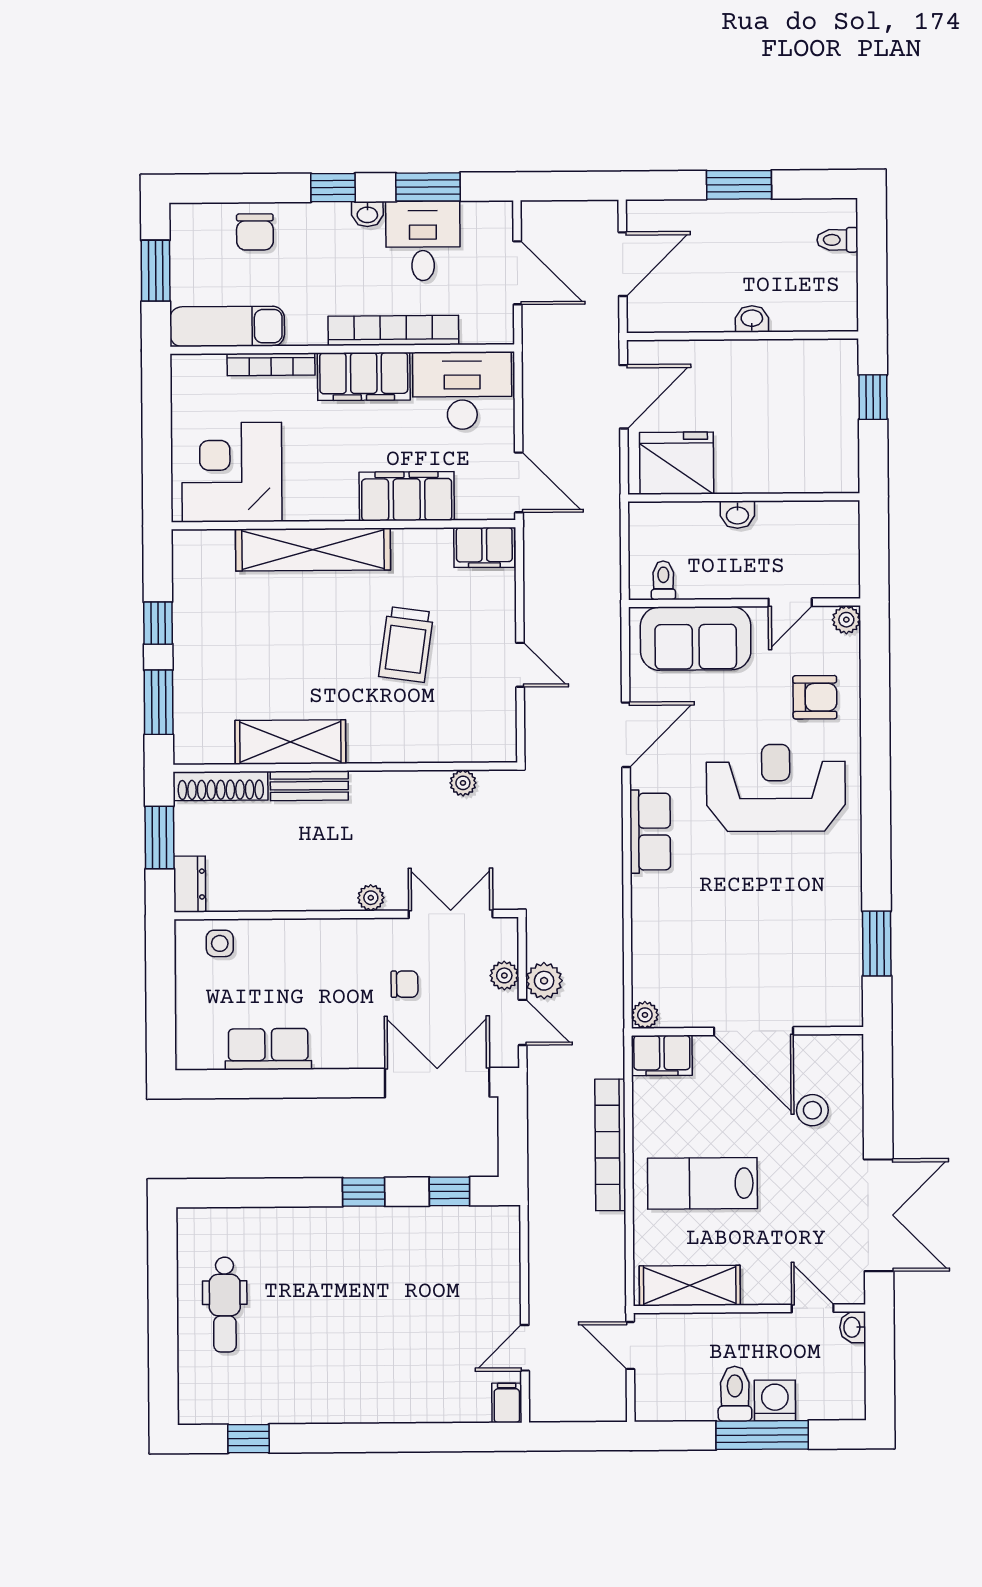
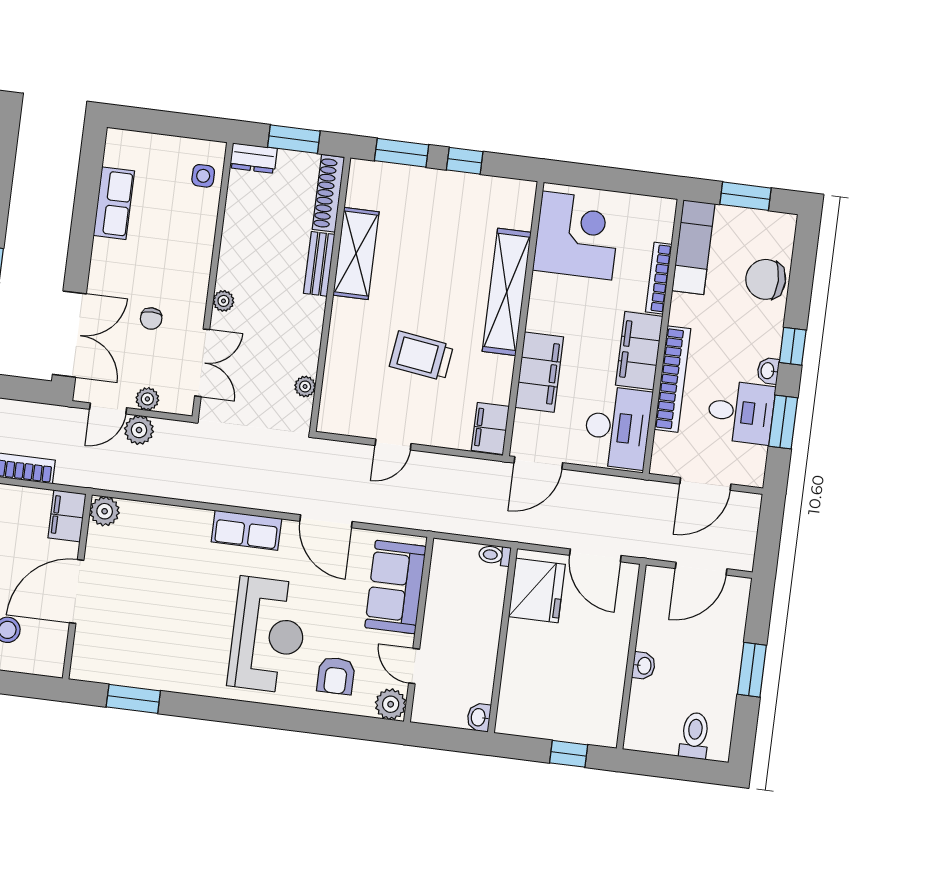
chair: (255, 232) -> (766, 279), width x1.37, depth x1.37
toilet: (837, 240) -> (695, 736), width x1.37, depth x1.39
door: (623, 264) -> (701, 569), hinge flipped
washbasin: (737, 515) -> (479, 717), moved
toilet: (663, 580) -> (495, 555), moved, turned 180
plant: (846, 620) -> (391, 704), width x1.38, depth x1.38
plant: (645, 1015) -> (105, 511), width x1.38, depth x1.38

